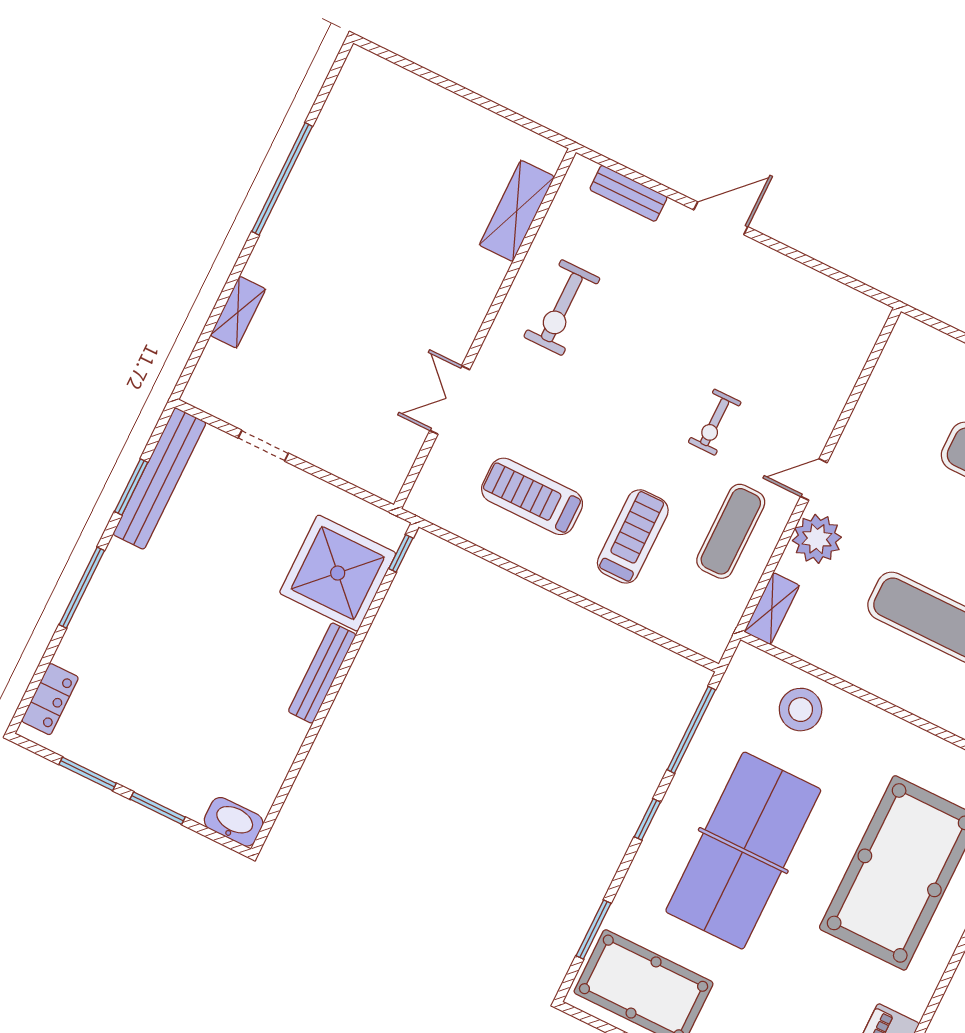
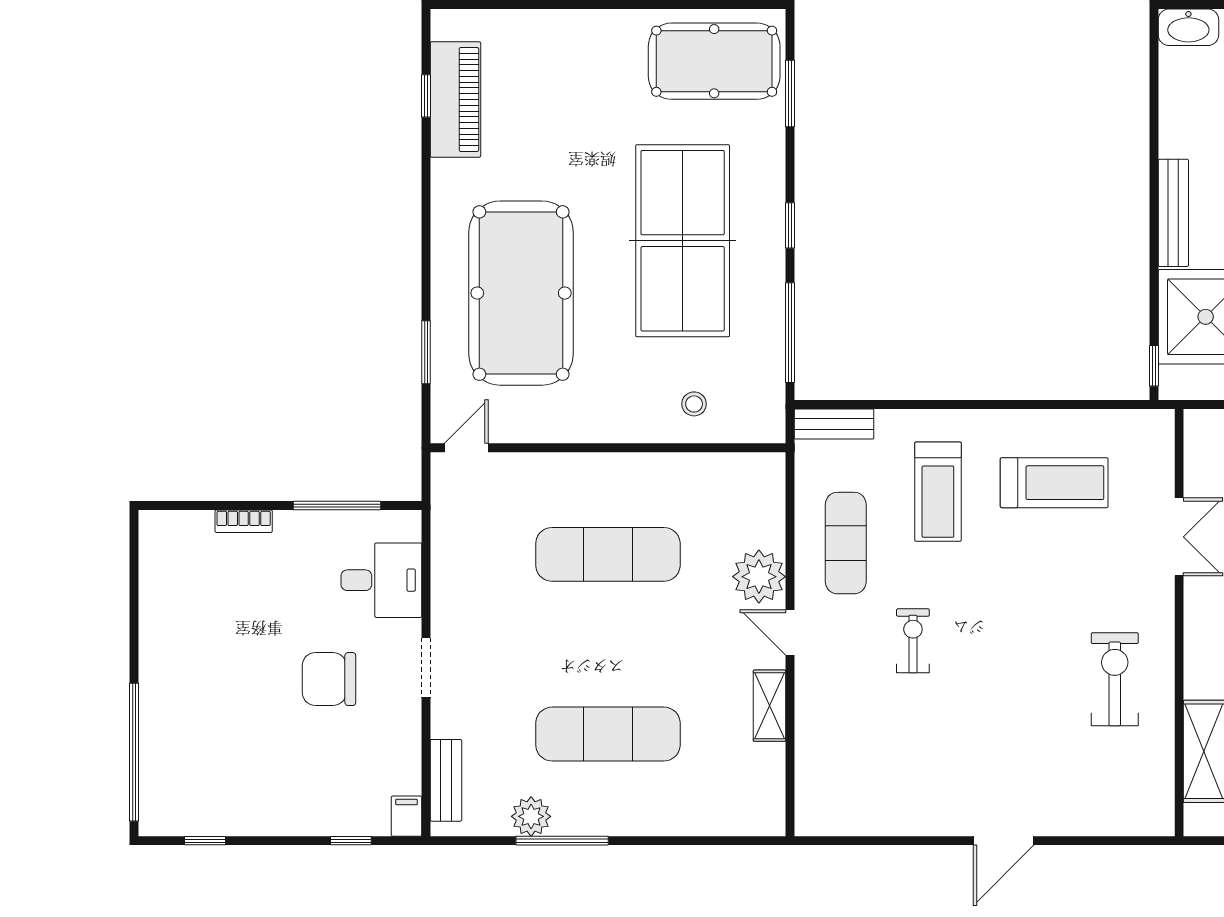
bench: (628, 193) -> (834, 424), moved
door: (814, 480) -> (790, 632), swing flipped
shelving: (772, 609) -> (770, 706), moved
stool: (801, 710) -> (694, 404), width x0.53, depth x0.53

